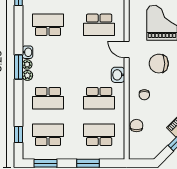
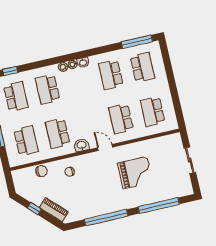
school desk: (48, 25) -> (111, 75), turned 180
door: (127, 50) -> (105, 147), hinge flipped
chair: (159, 64) -> (99, 178), removed
window: (18, 67) -> (69, 58), removed

